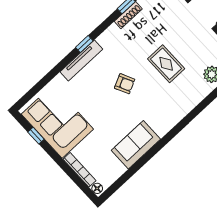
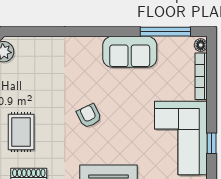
rug: (166, 64) -> (21, 132), moved
window: (126, 177) -> (165, 32), added

